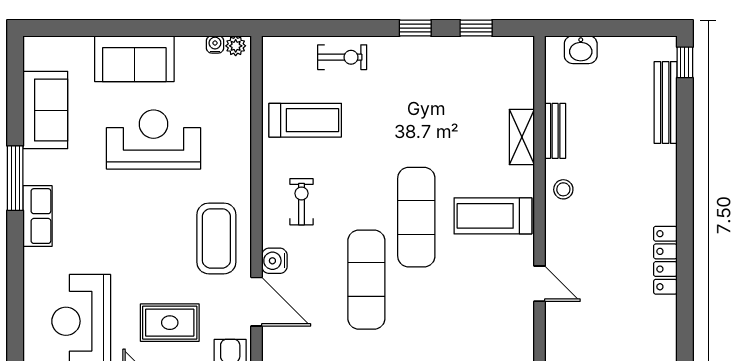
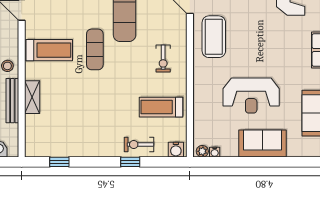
window: (415, 28) -> (130, 162), moved
bench: (555, 131) -> (12, 101), width x1.36
exercise mat: (416, 217) -> (95, 49), width x0.73, depth x0.69
water cooler: (274, 261) -> (176, 150), moved, turned 90

